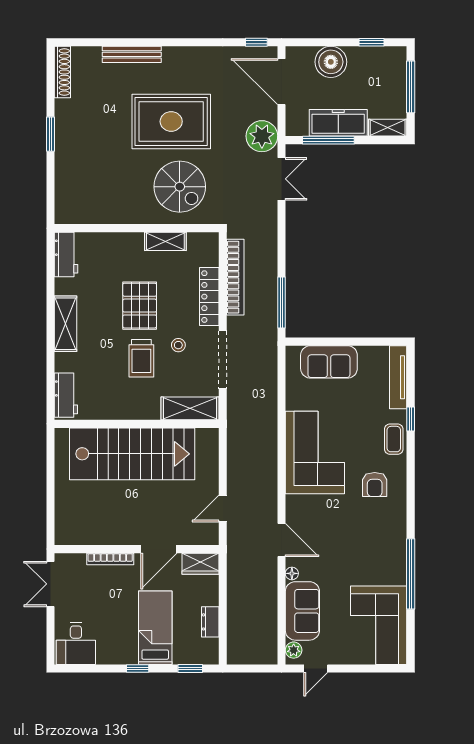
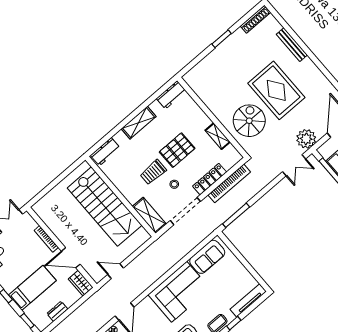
spiral stairs: (180, 187) -> (249, 121), turned 180
sofa: (329, 362) -> (207, 257), moved, turned -90

